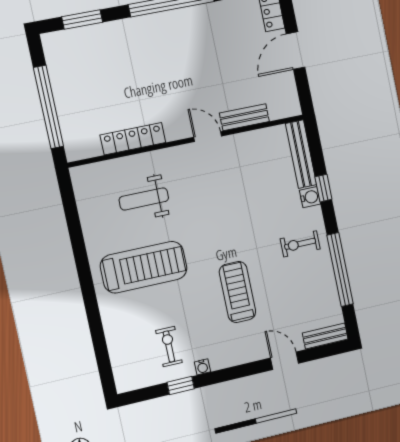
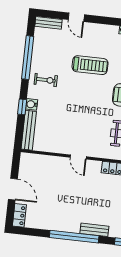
door: (296, 51) -> (13, 189), hinge flipped
bench: (244, 117) -> (94, 230), moved
treadmill: (237, 292) -> (90, 65), turned -90

